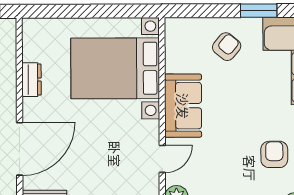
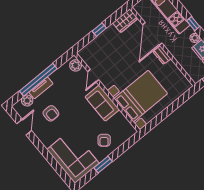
dresser: (31, 80) -> (162, 55), moved

